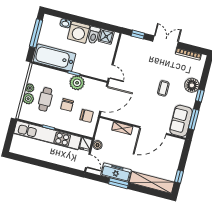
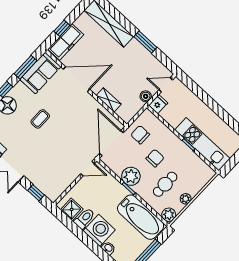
door: (111, 71) -> (88, 169), swing flipped
plant: (28, 99) -> (169, 215), moved
cafe table: (45, 99) -> (165, 184), moved
door: (104, 99) -> (111, 143), hinge flipped
kitchen unit: (47, 135) -> (202, 144), width x0.73
door: (88, 161) -> (166, 85), hinge flipped
freezer: (116, 173) -> (66, 42), moved, turned -90
window: (179, 176) -> (62, 28), moved

